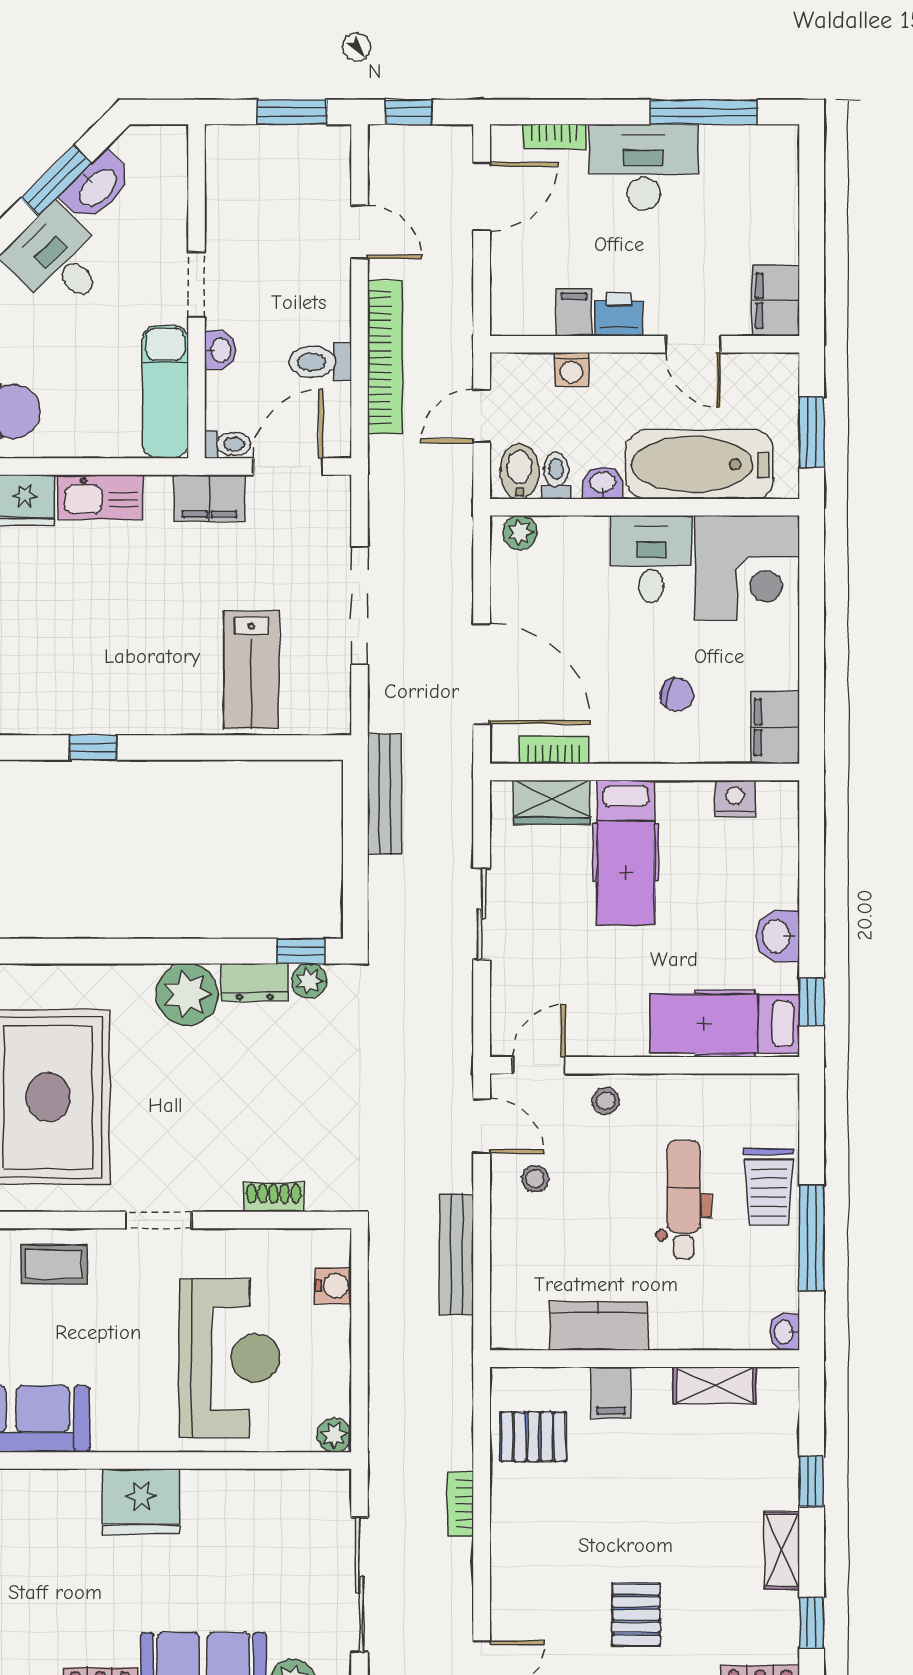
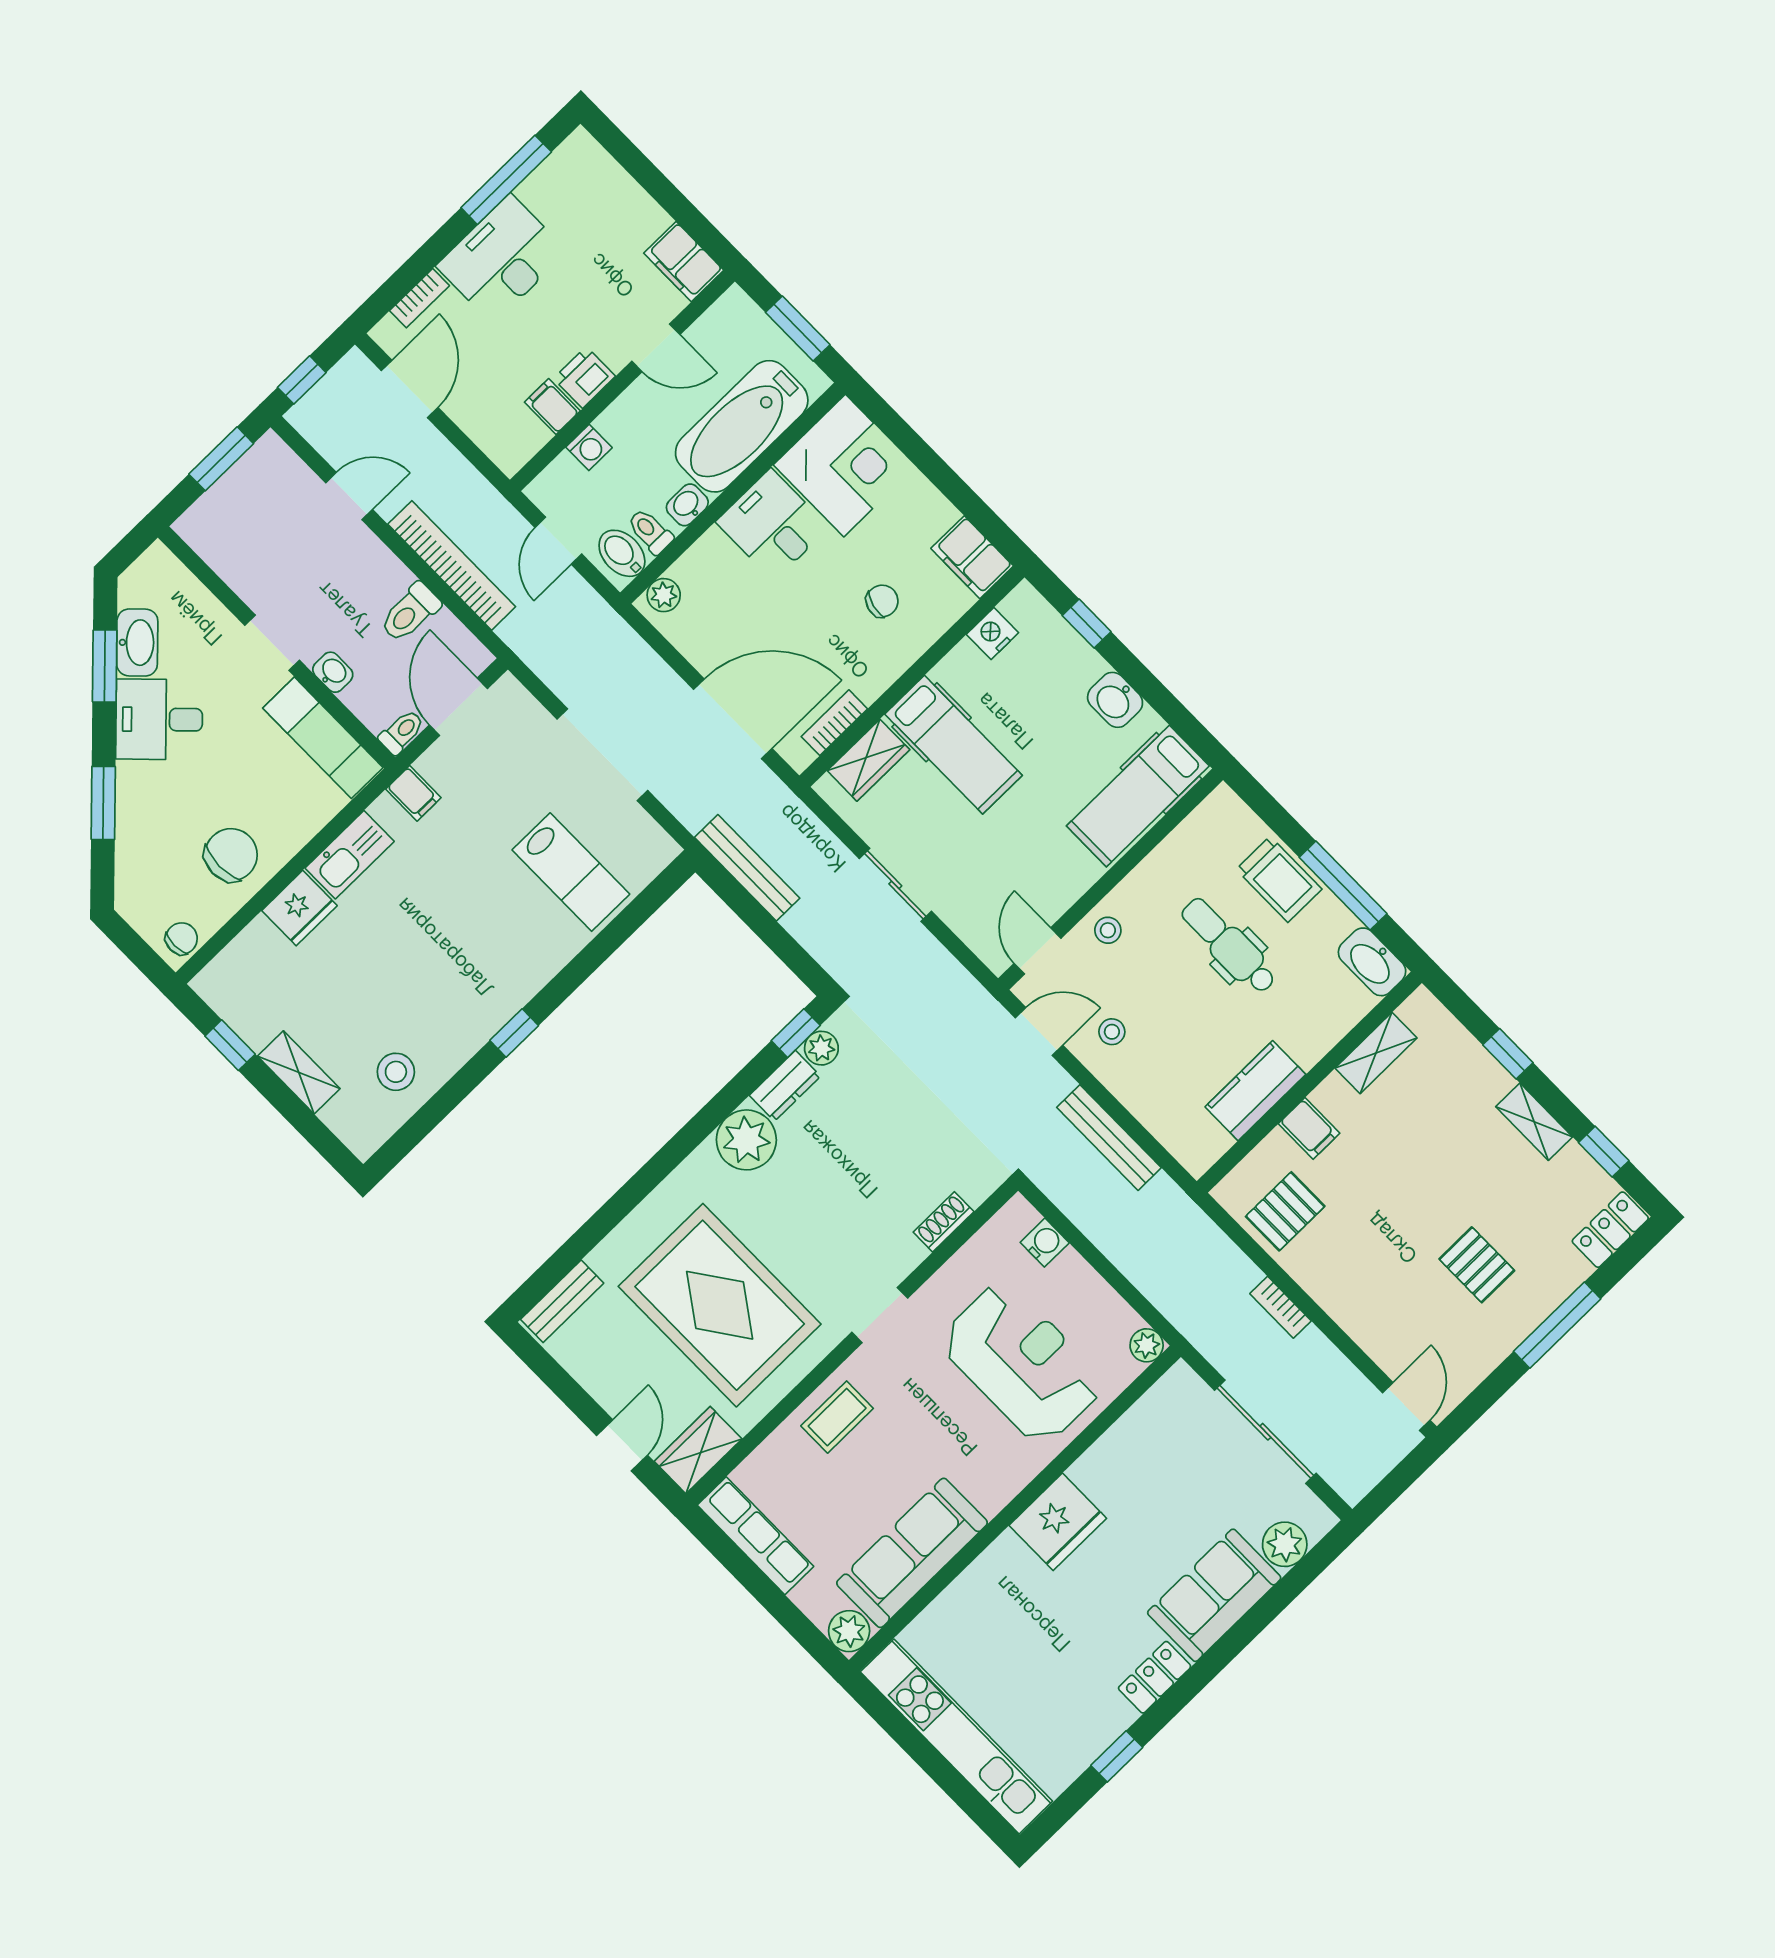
filing cabinet: (209, 498) -> (413, 793), width x0.50
window: (812, 1002) -> (1087, 624), moved
washbasin: (784, 1332) -> (1372, 962), width x1.91, depth x1.45

